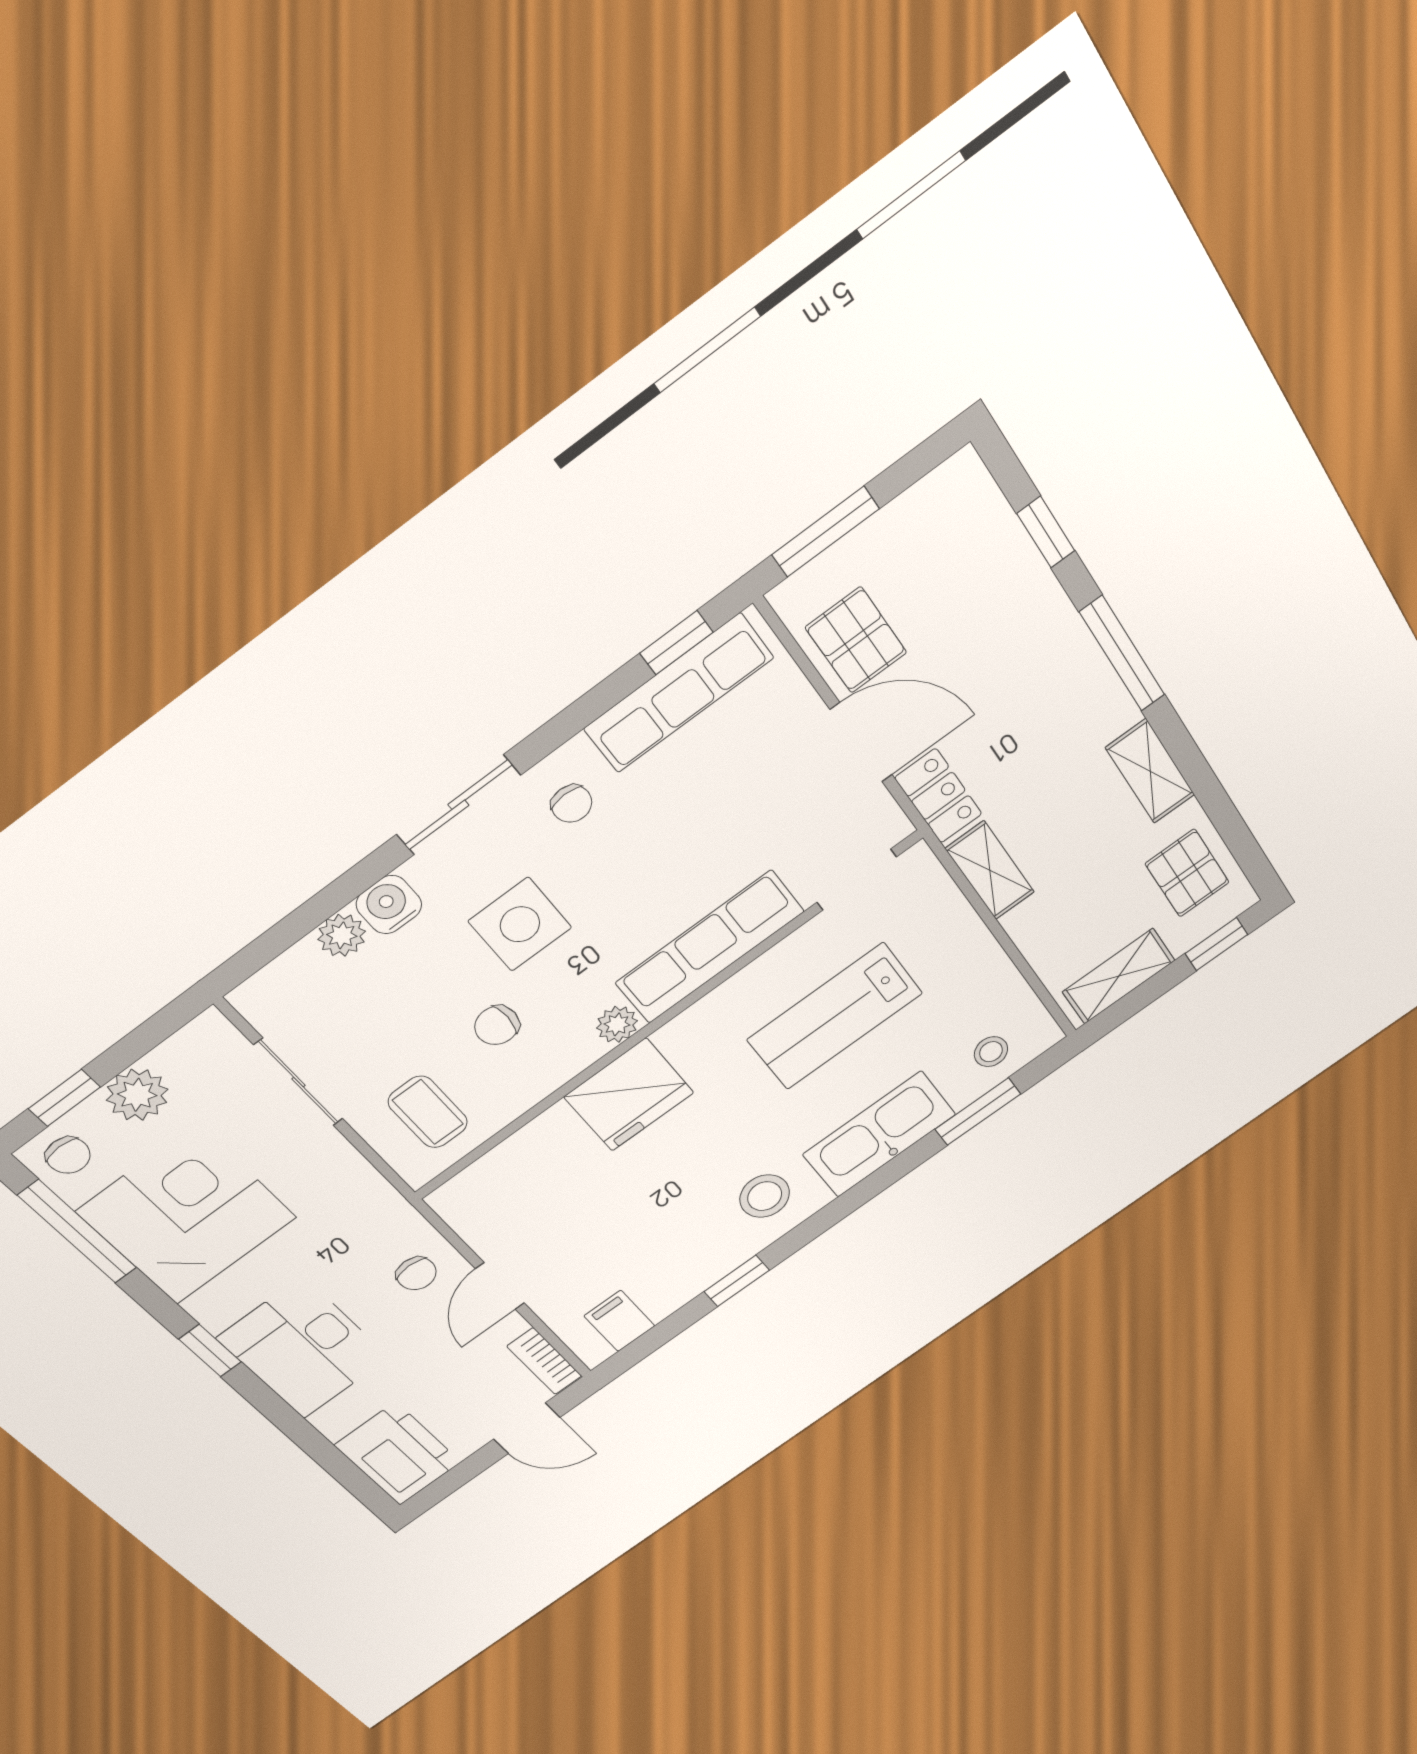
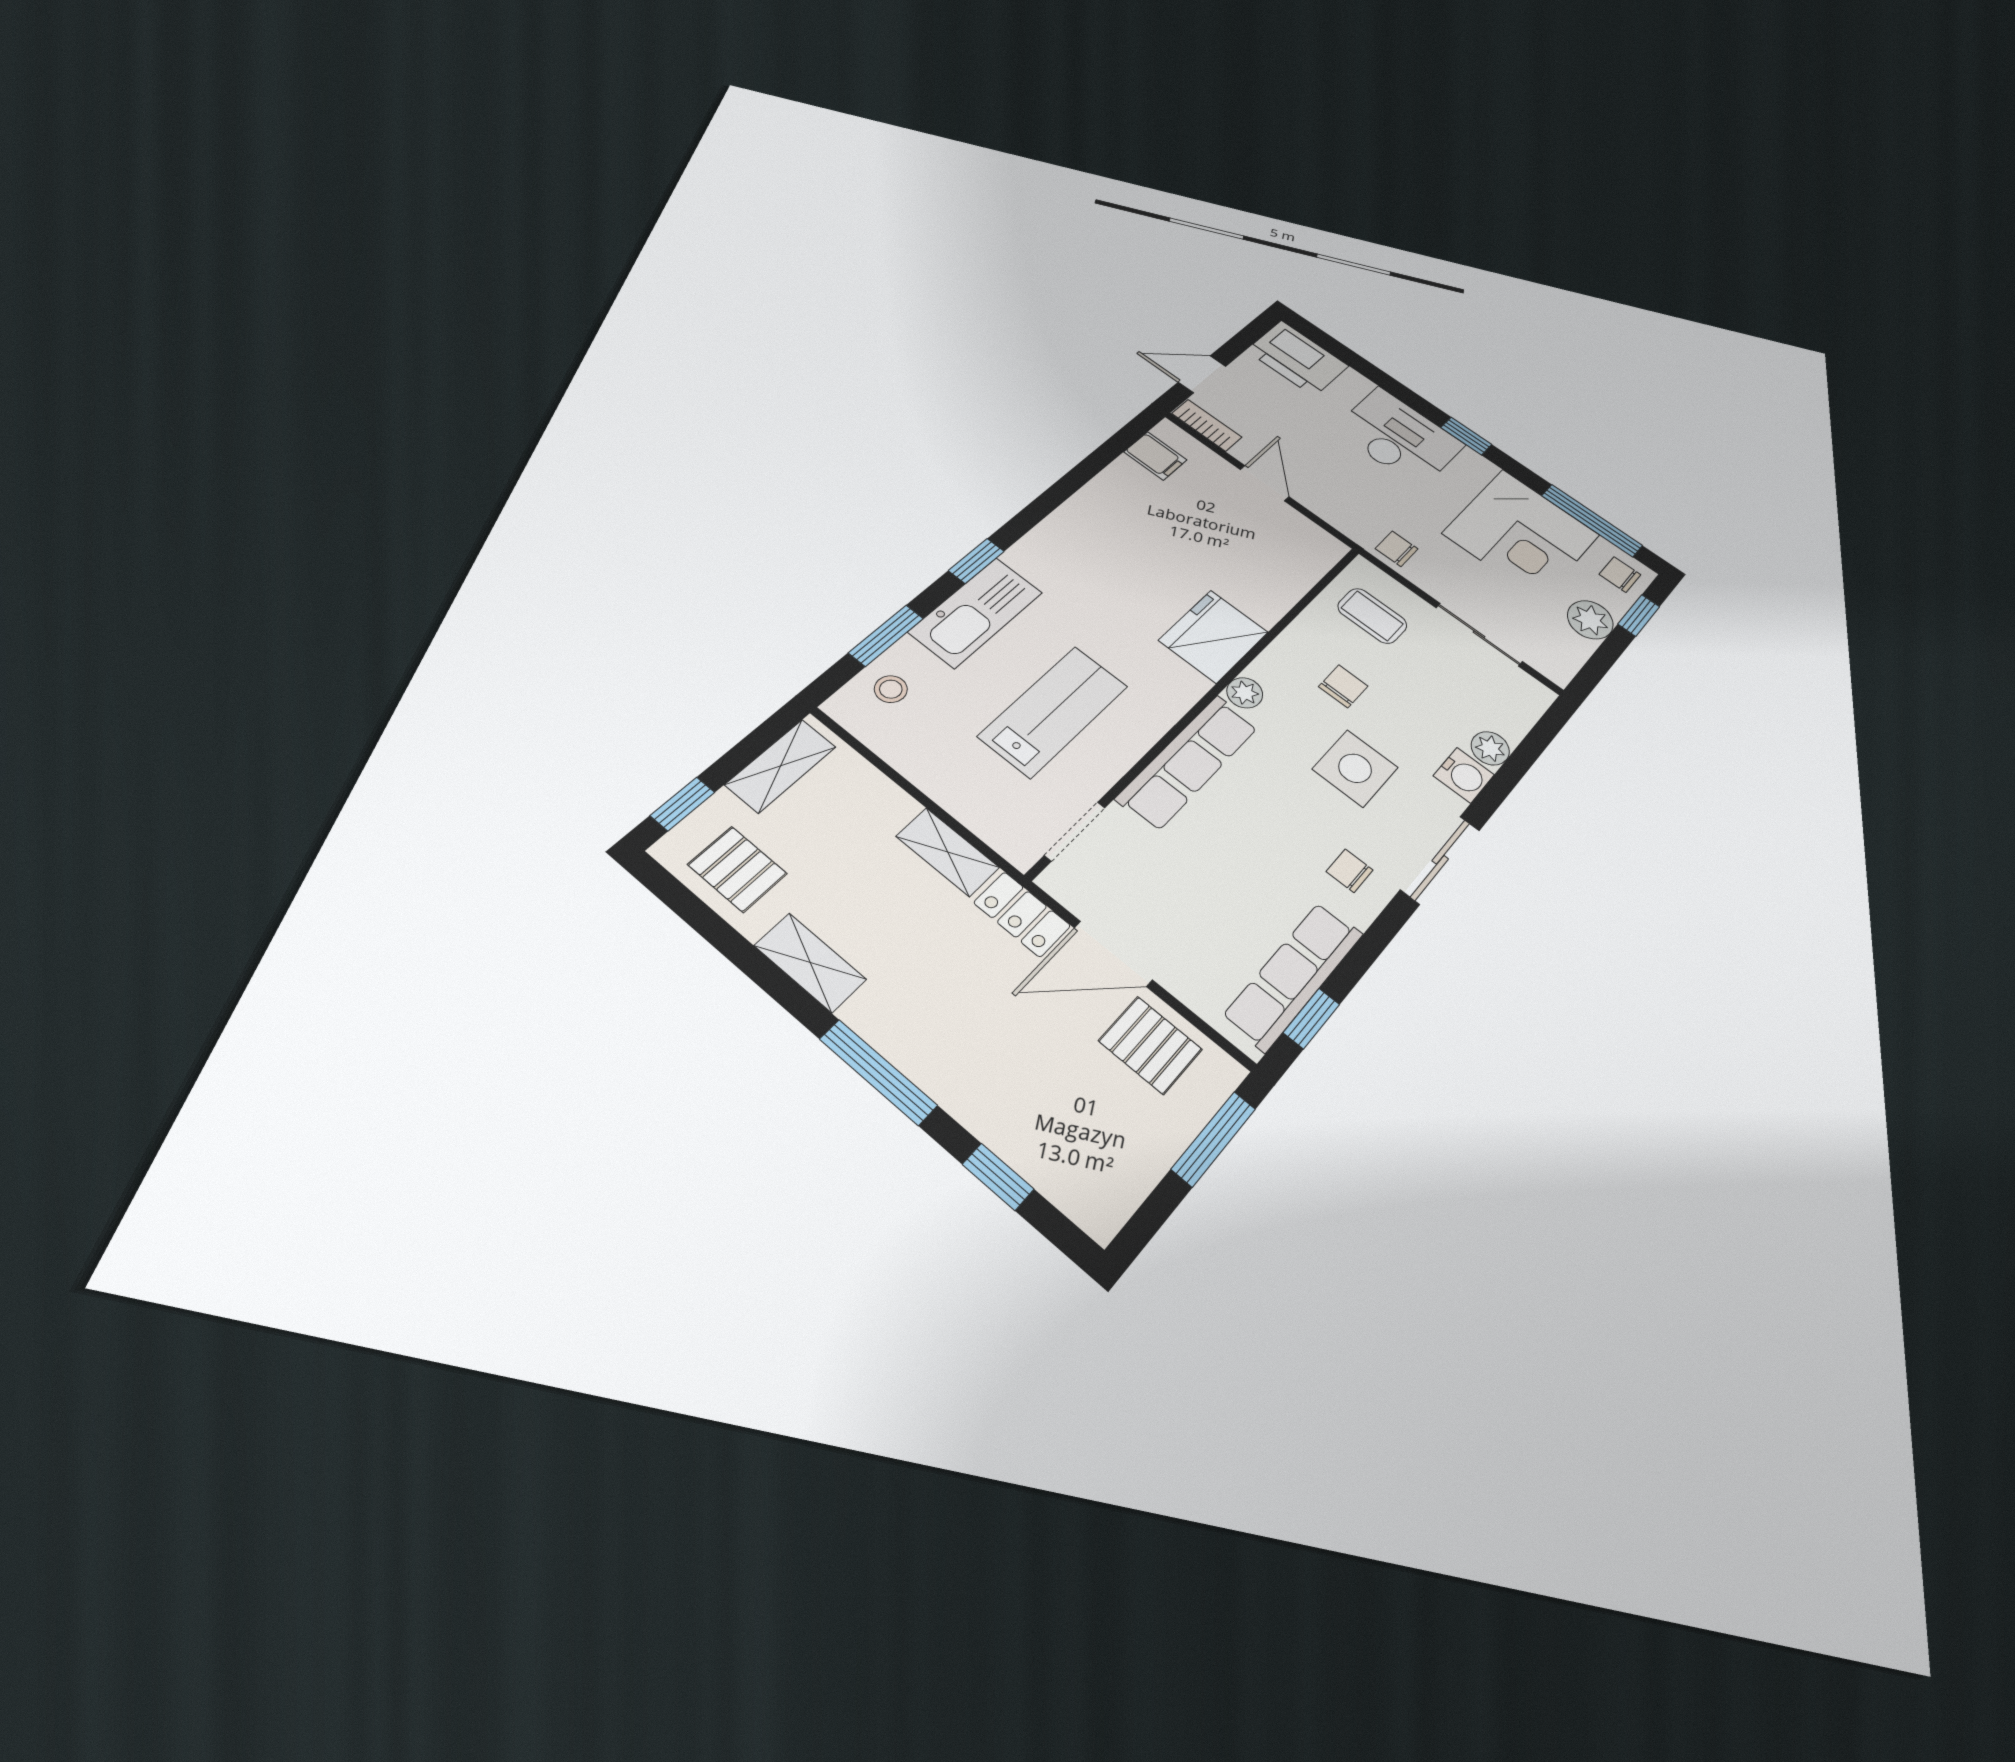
stool: (765, 1196) -> (1064, 557), removed
chair: (416, 1274) -> (1397, 549), moved
window: (737, 1281) -> (976, 561), moved

